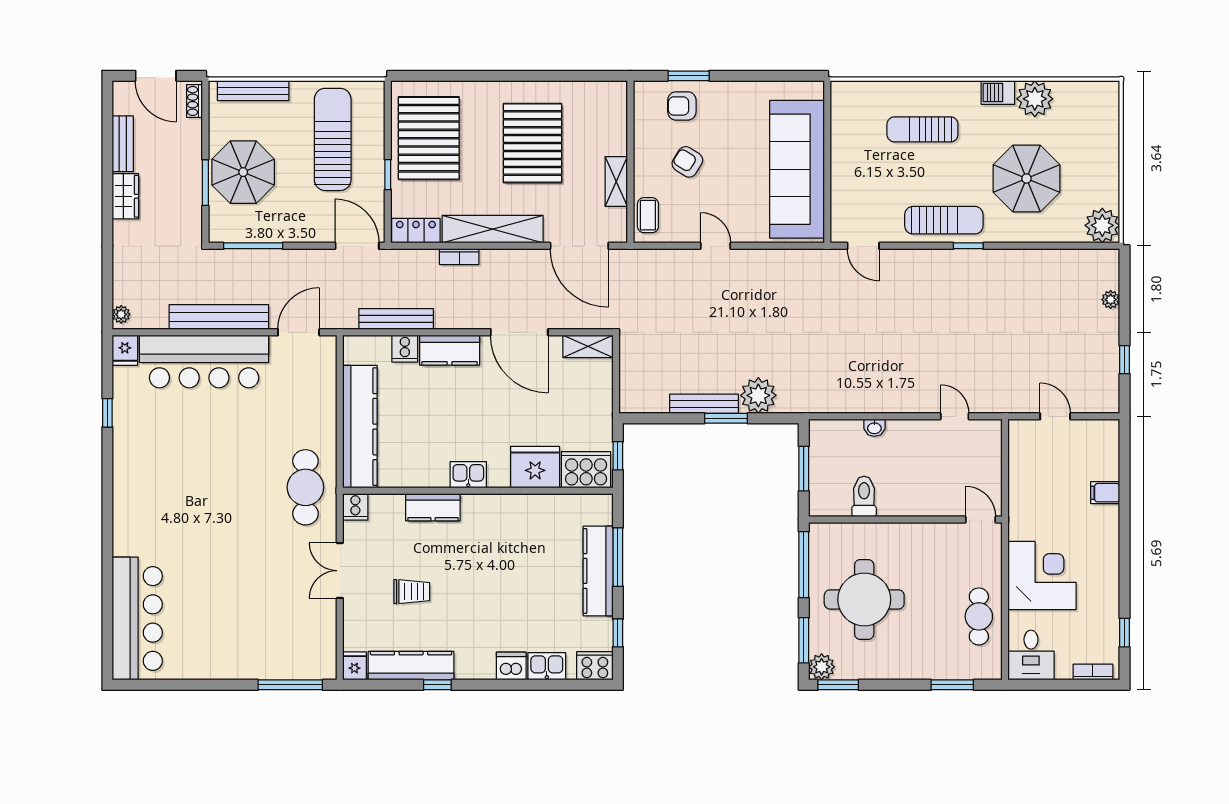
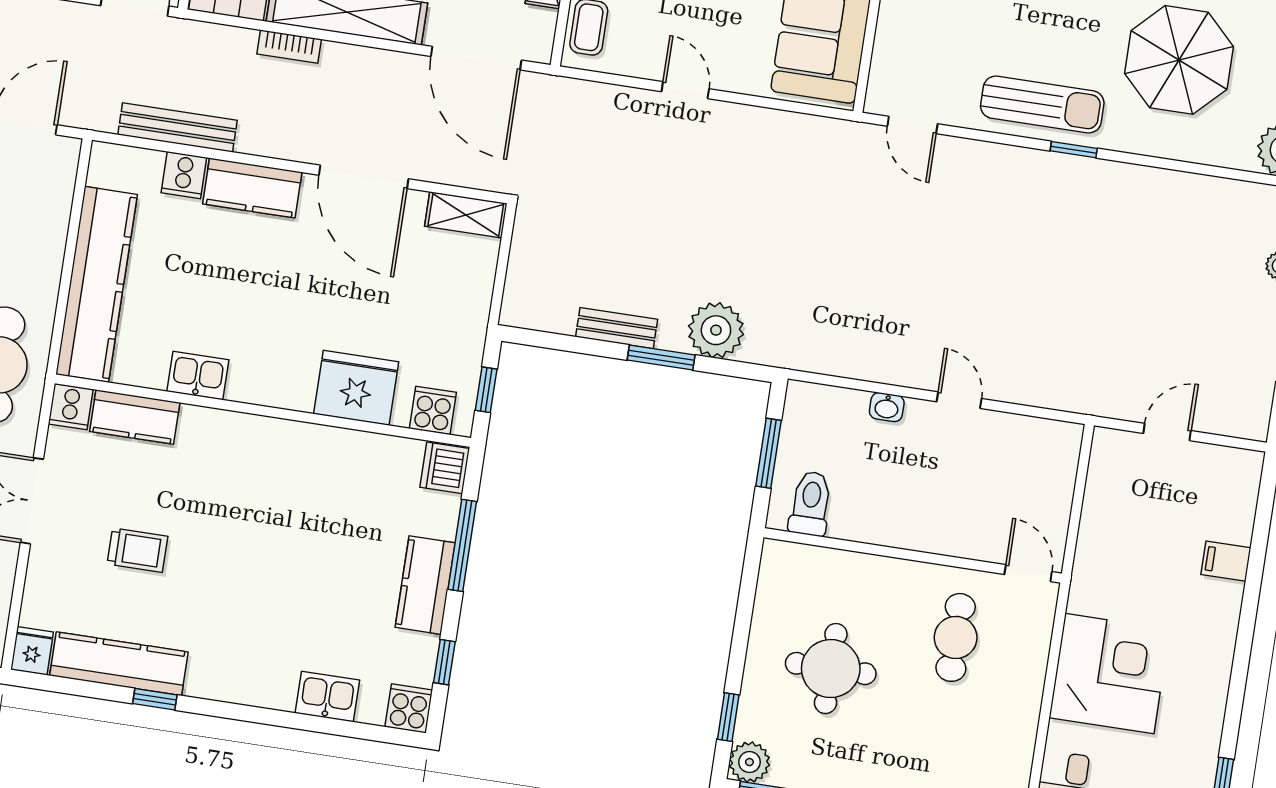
bench: (704, 404) -> (617, 328), width x0.73
door: (955, 416) -> (959, 400), moved
door: (1055, 416) -> (1167, 432), hinge flipped
cooker: (586, 470) -> (433, 410), width x0.53, depth x0.76
kitchen sink: (468, 475) -> (198, 375), moved
toilet: (864, 496) -> (810, 503), moved
kitchen counter: (433, 507) -> (135, 417), moved
window: (804, 565) -> (746, 601), removed
kitchen counter: (598, 571) -> (425, 585), width x0.67
round table: (864, 599) -> (831, 669), width x0.73, depth x0.73
cafe table: (979, 616) -> (956, 637), moved
window: (804, 640) -> (728, 717), width x0.67
dishwasher: (511, 666) -> (445, 468), moved, turned -90
cooker: (595, 666) -> (409, 708), width x0.73

